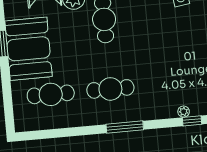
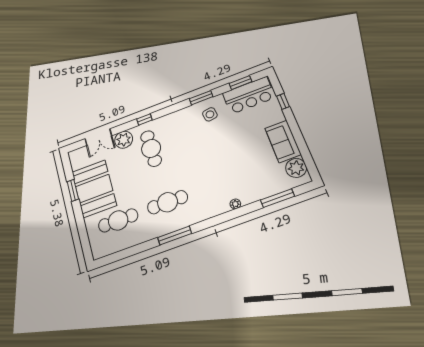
window: (192, 121) -> (245, 210), removed
window: (125, 127) -> (175, 235), moved

